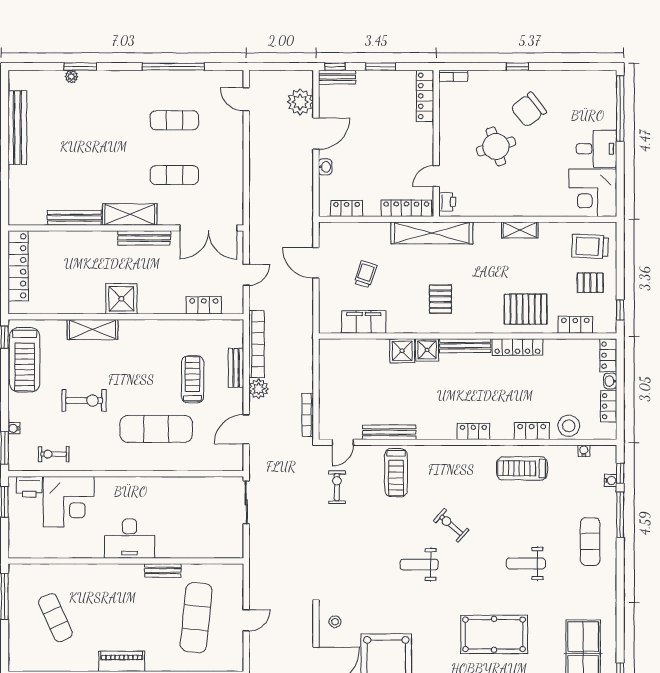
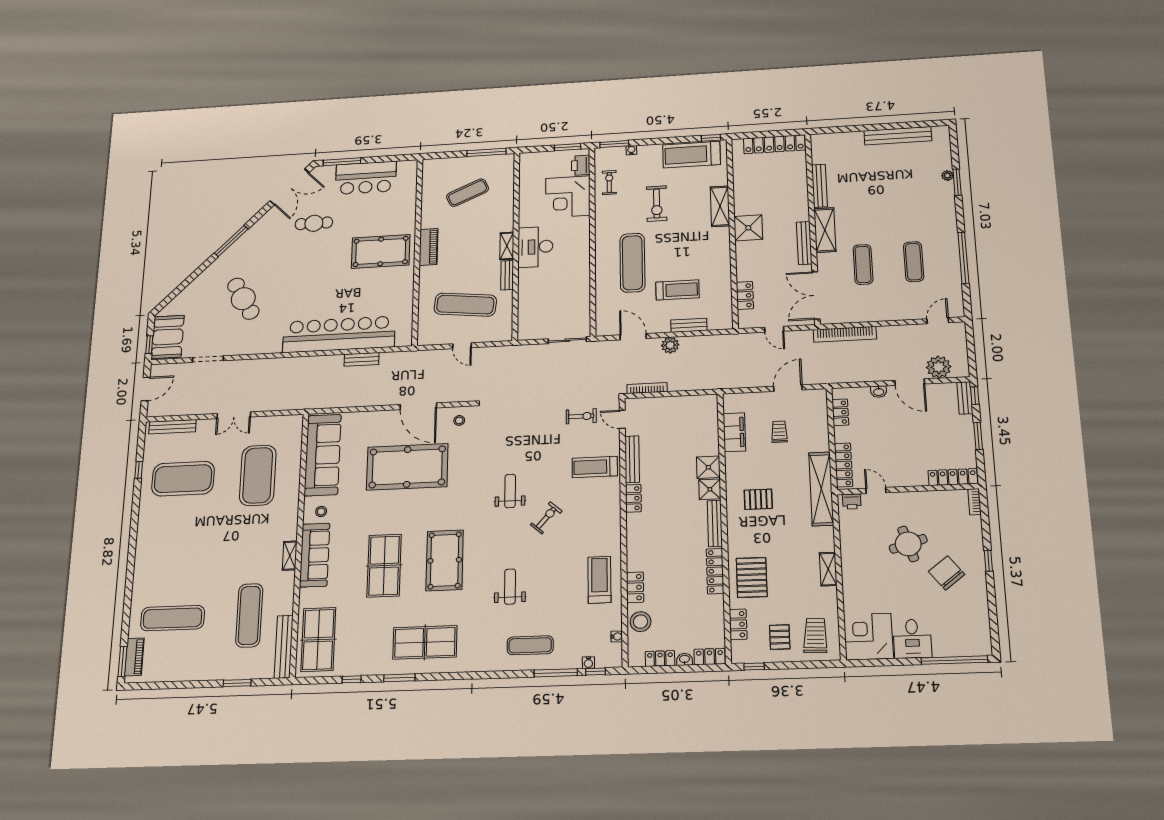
trolley: (365, 274) -> (779, 432), turned -108
bookcase: (256, 344) -> (845, 334), moved
locker: (473, 432) -> (633, 498), moved
shelving: (126, 571) -> (507, 246), added

